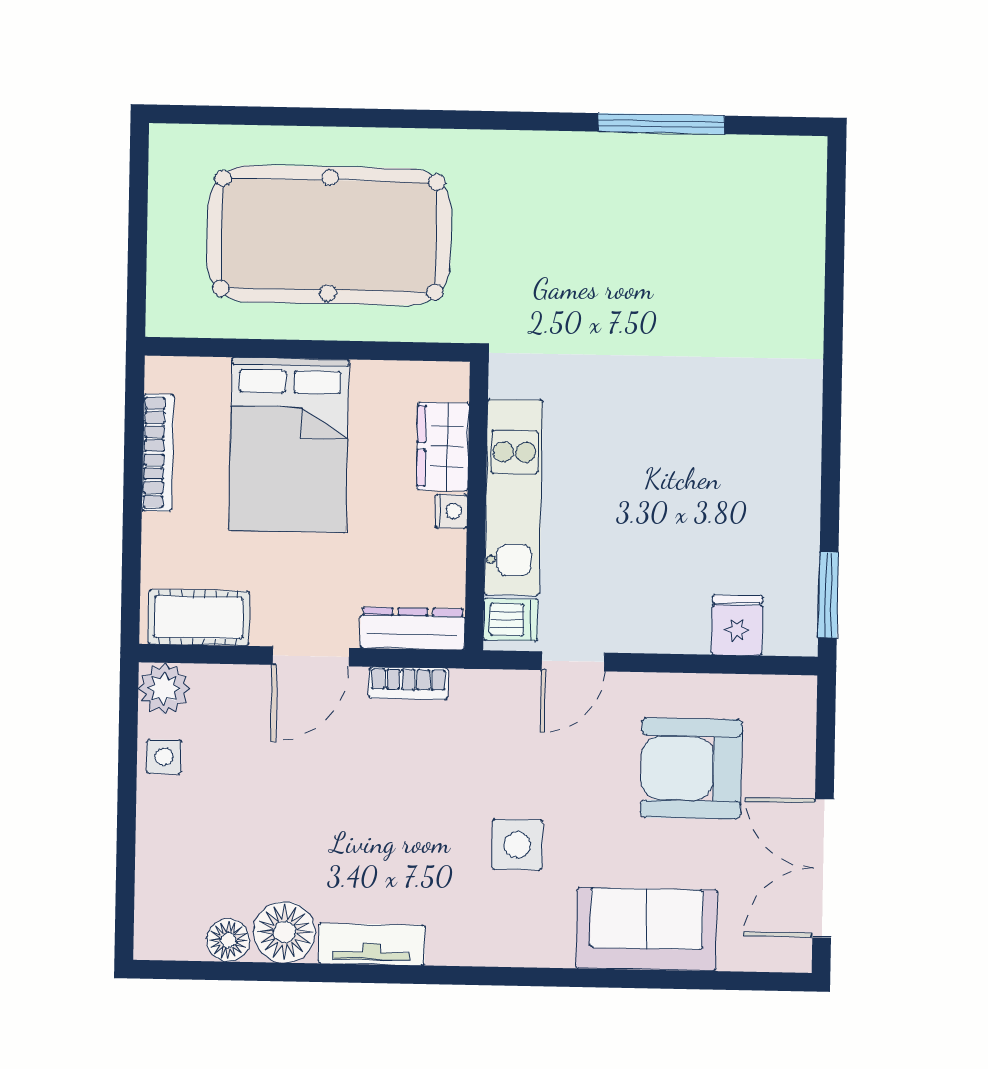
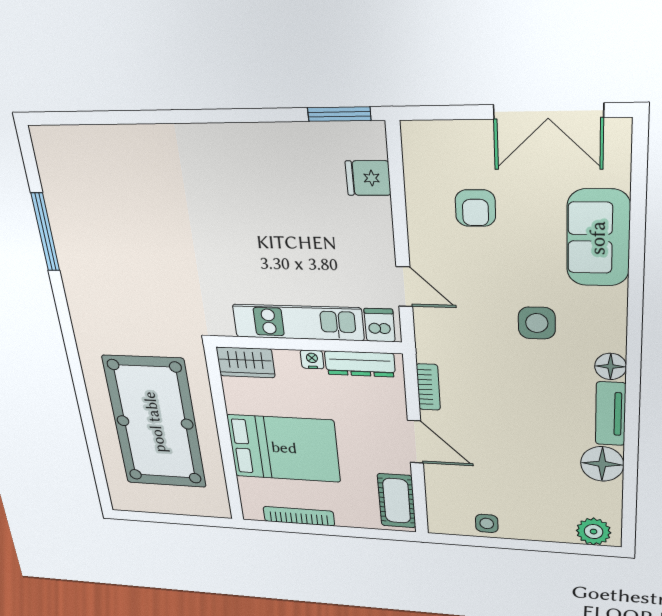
wardrobe: (443, 446) -> (245, 362), moved
dresser: (413, 629) -> (360, 364), moved, turned -90
plant: (164, 689) -> (594, 532), moved
armchair: (691, 768) -> (475, 208), width x0.53, depth x0.53
floor lamp: (228, 940) -> (611, 366), moved

